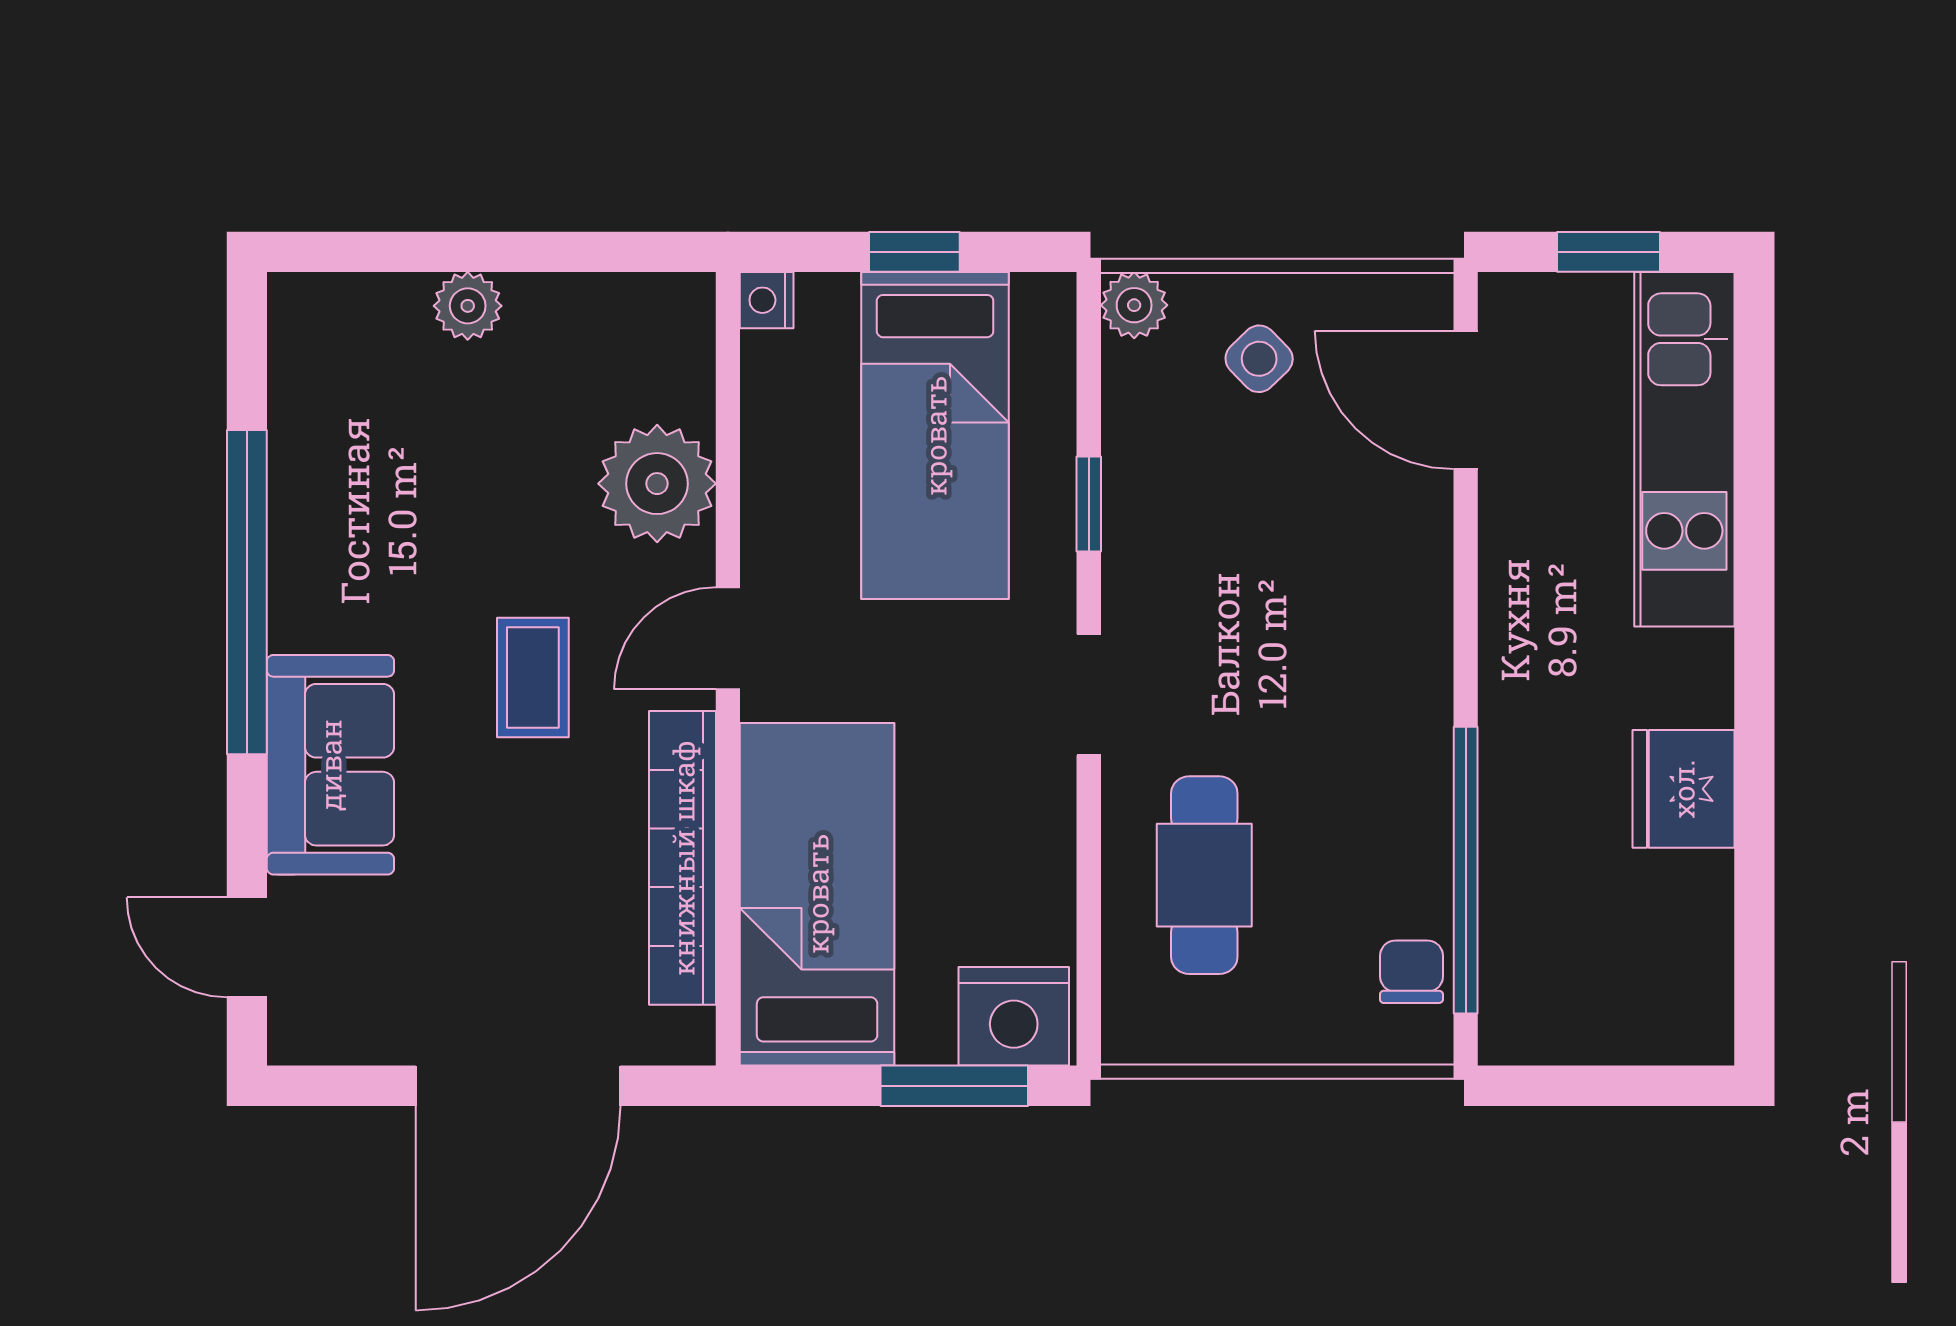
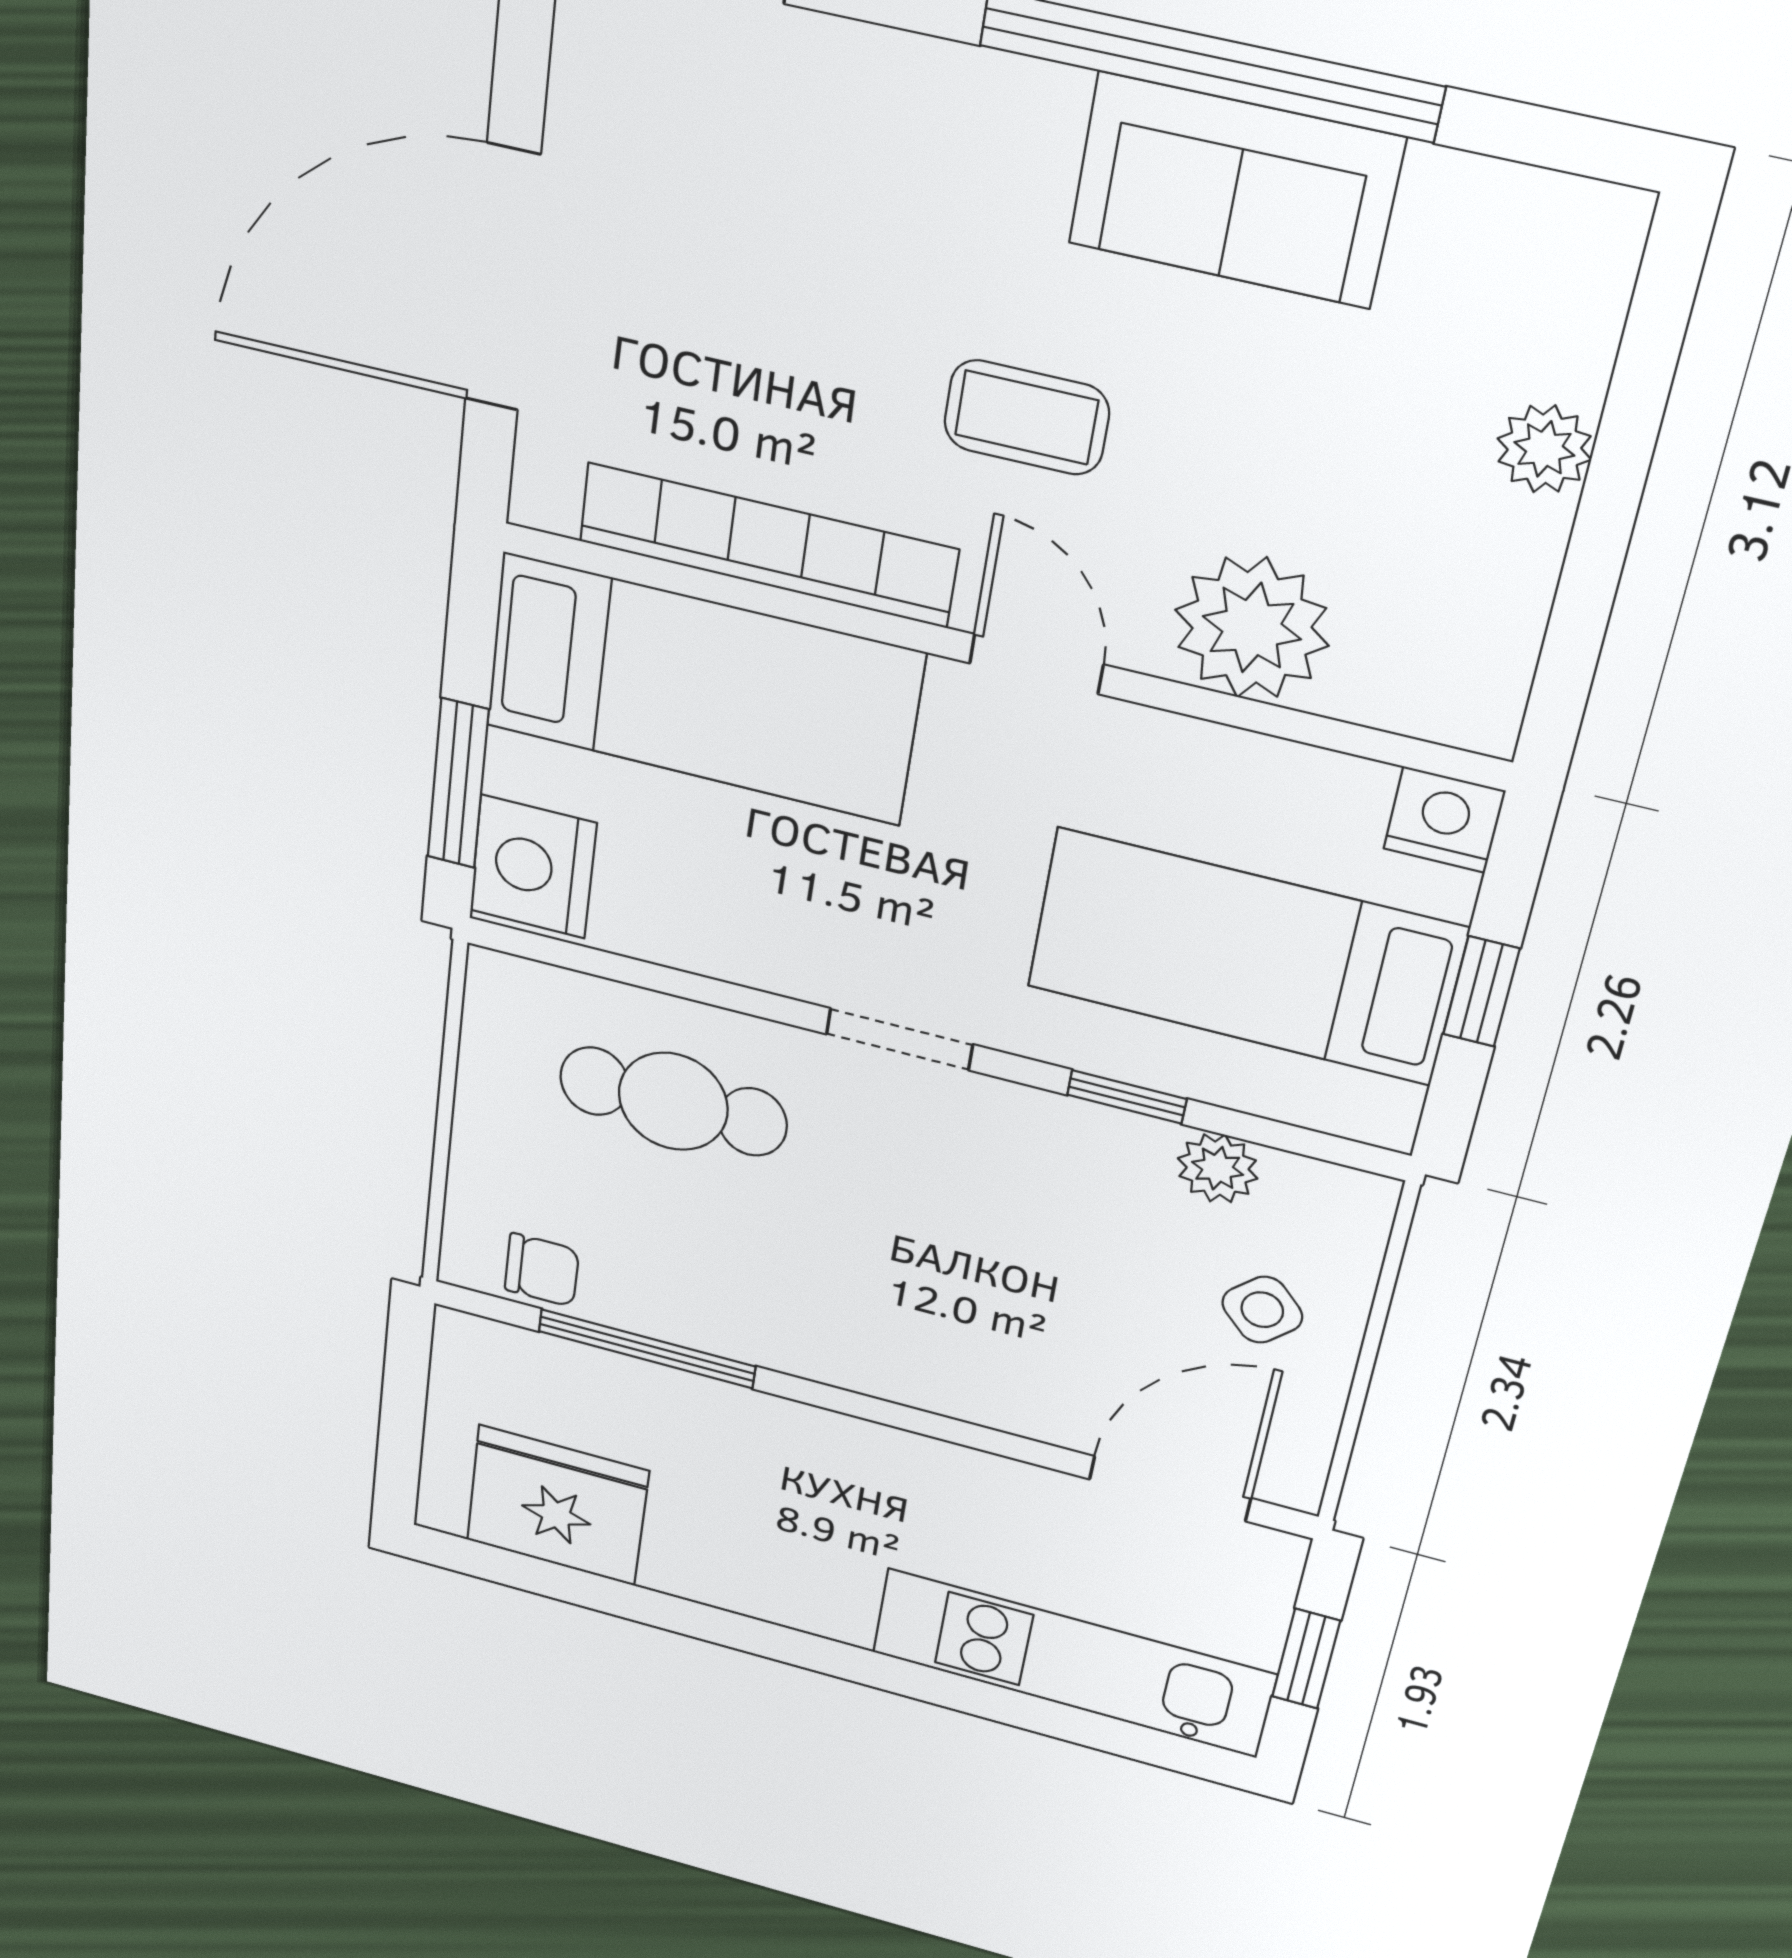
nightstand: (767, 300) -> (1444, 820), width x1.39, depth x1.35
plant: (1134, 305) -> (1218, 1168), moved
sofa: (330, 765) -> (1235, 191), moved
fridge: (1683, 789) -> (557, 1506), moved, width x1.36, depth x1.34
window: (1466, 870) -> (647, 1349), width x0.68
door: (518, 1086) -> (502, 279), hinge flipped

